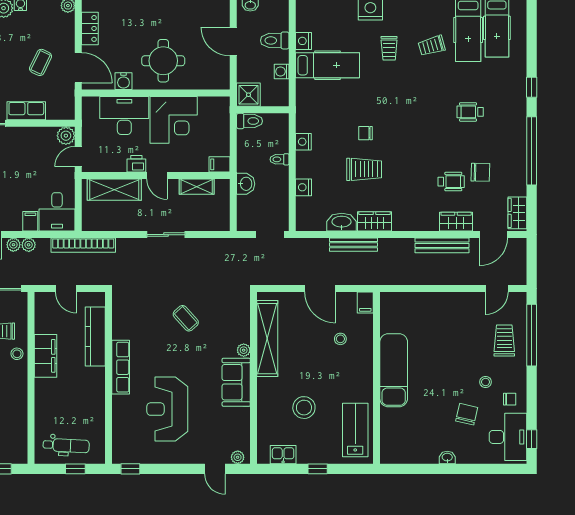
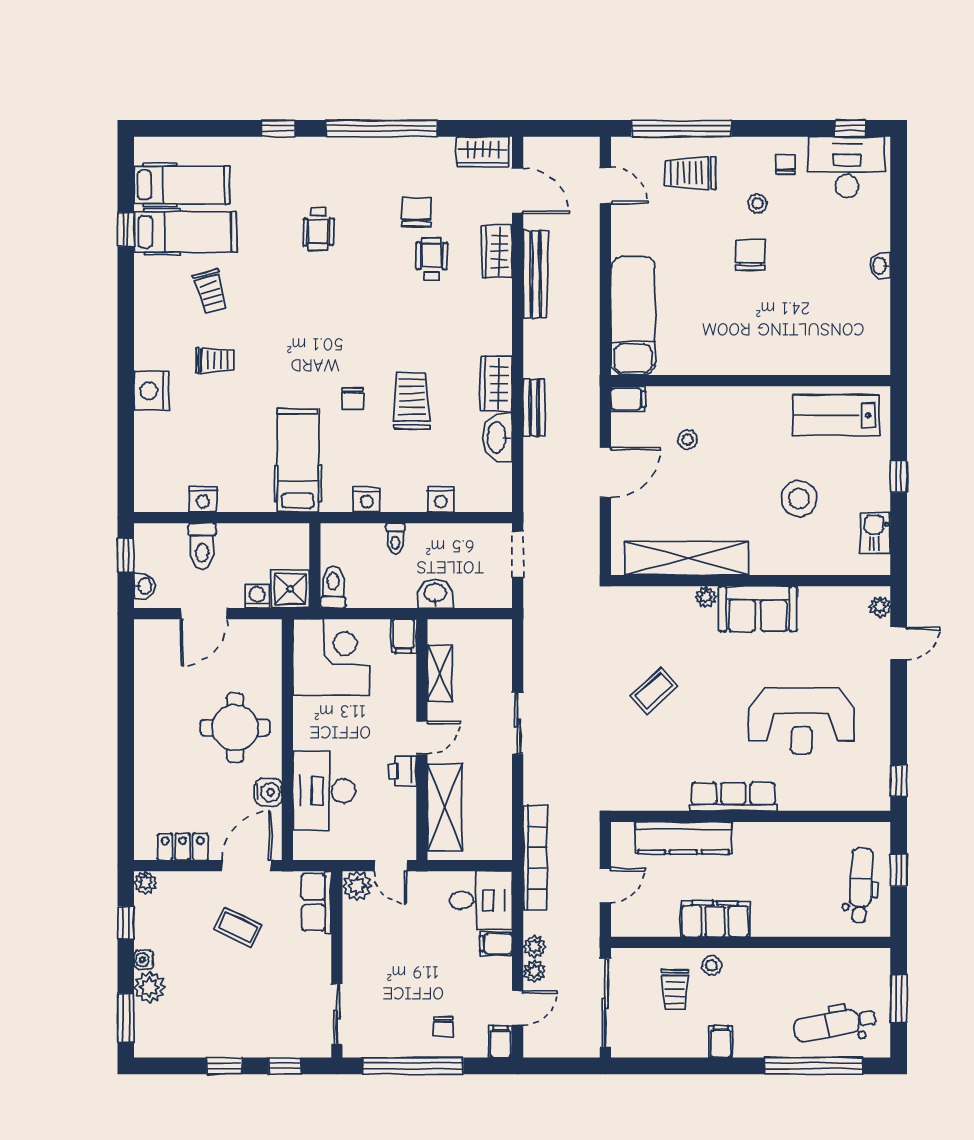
hospital bed: (328, 65) -> (298, 460), moved
washing machine: (282, 71) -> (257, 596), moved, turned 180
row of seats: (26, 111) -> (316, 902), moved
corner desk: (174, 120) -> (331, 657), moved
bench: (354, 245) -> (534, 408), width x0.73
exam couch: (394, 370) -> (633, 316), moved, turned 90
chair: (467, 414) -> (751, 255), moved, turned 77

